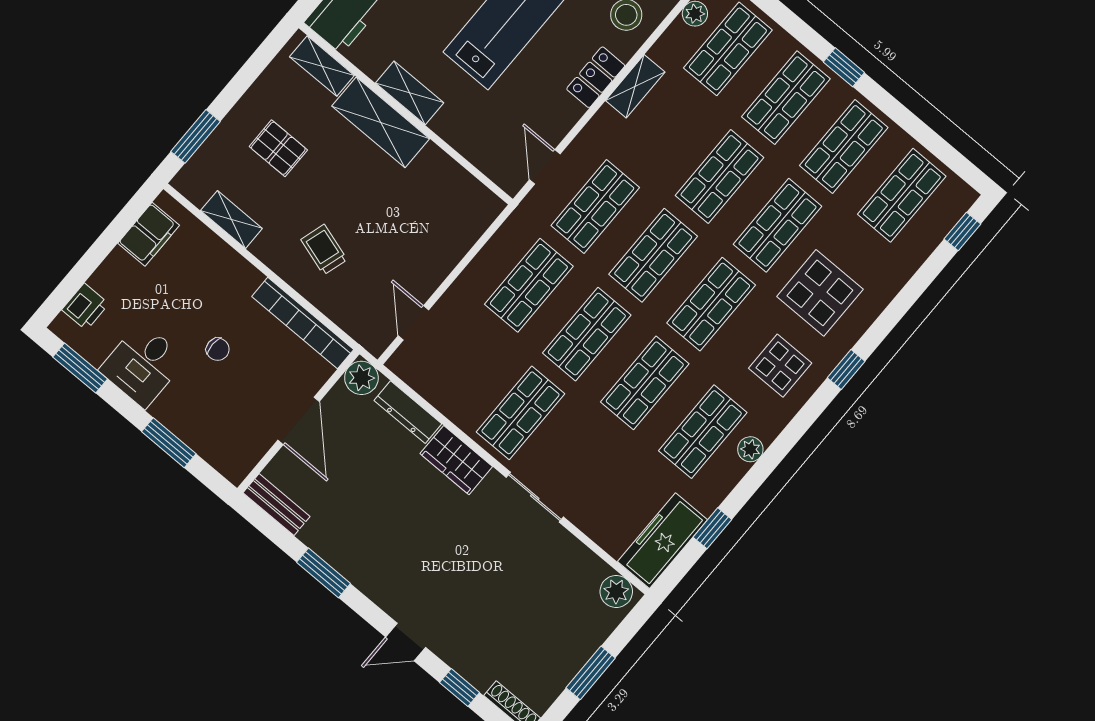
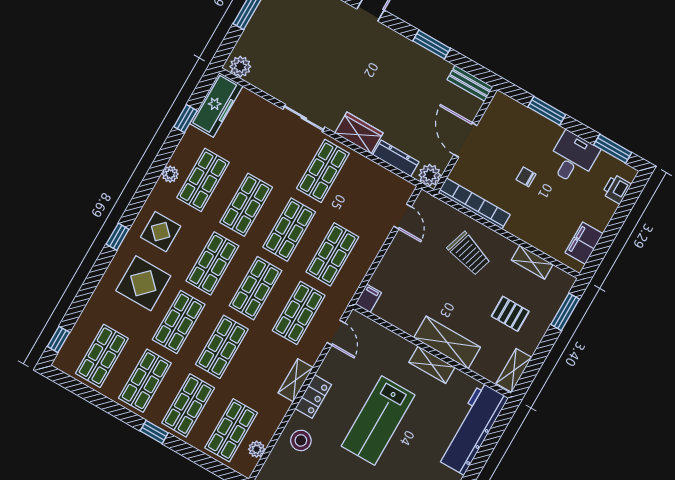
shelving: (322, 66) -> (514, 370), moved, turned 90
shelving: (635, 86) -> (295, 380), moved
filing cabinet: (487, 210) -> (368, 298), added
trolley: (324, 250) -> (469, 254), width x1.36, depth x1.39

